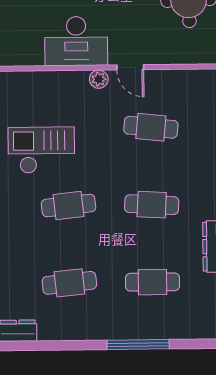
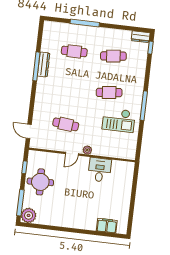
desk: (76, 41) -> (100, 170), width x0.73
door: (130, 67) -> (72, 154), swing flipped
cafe table: (152, 205) -> (70, 88), removed

